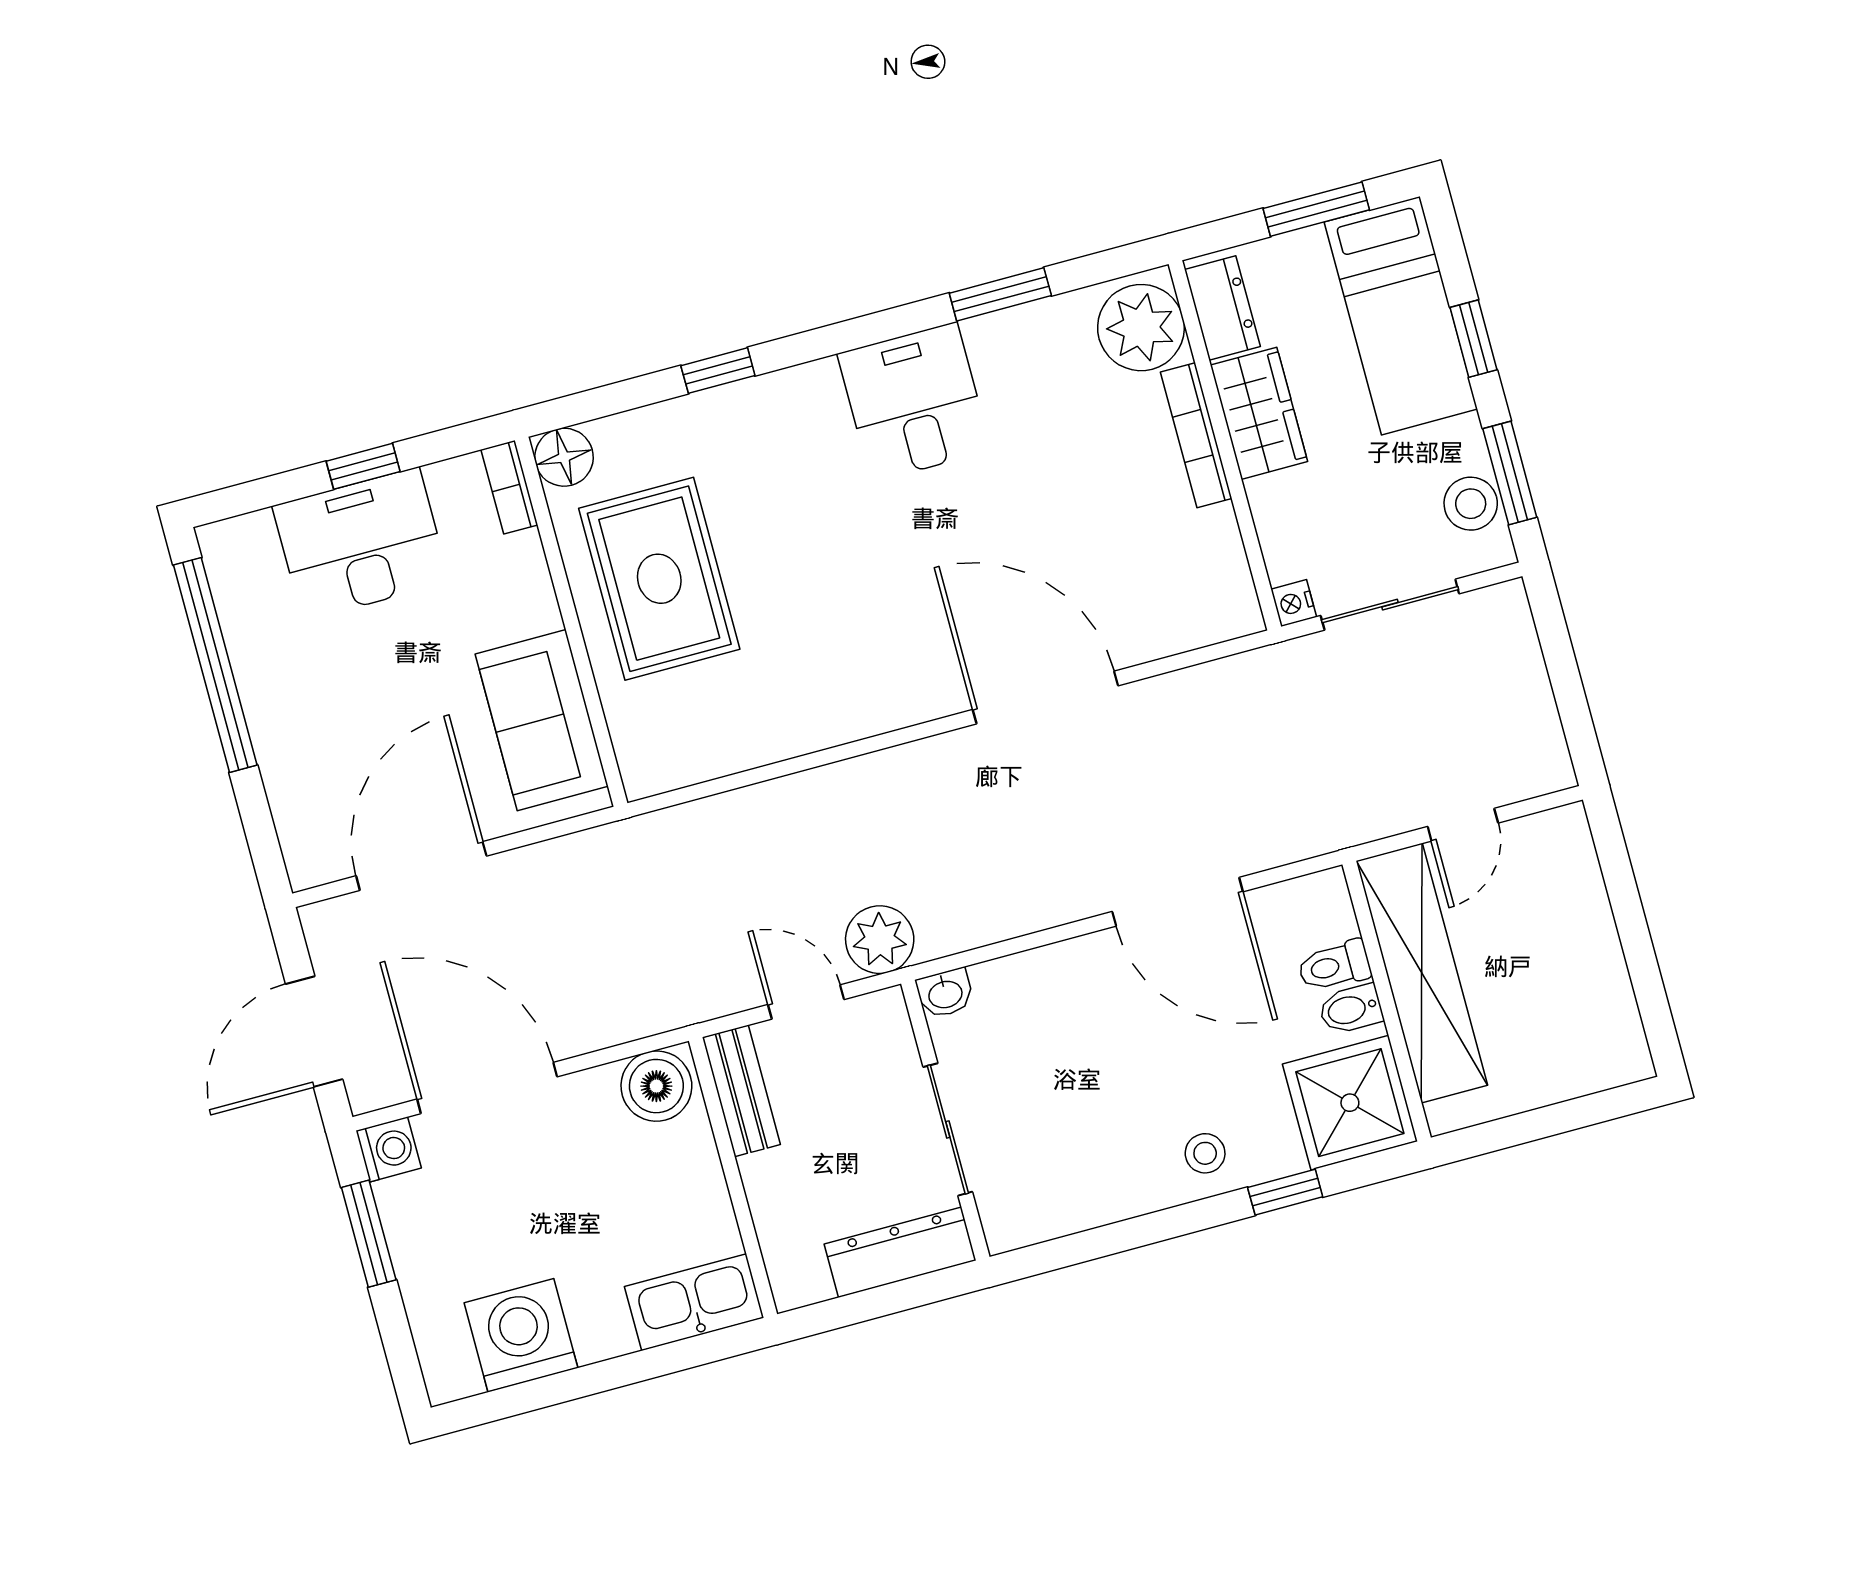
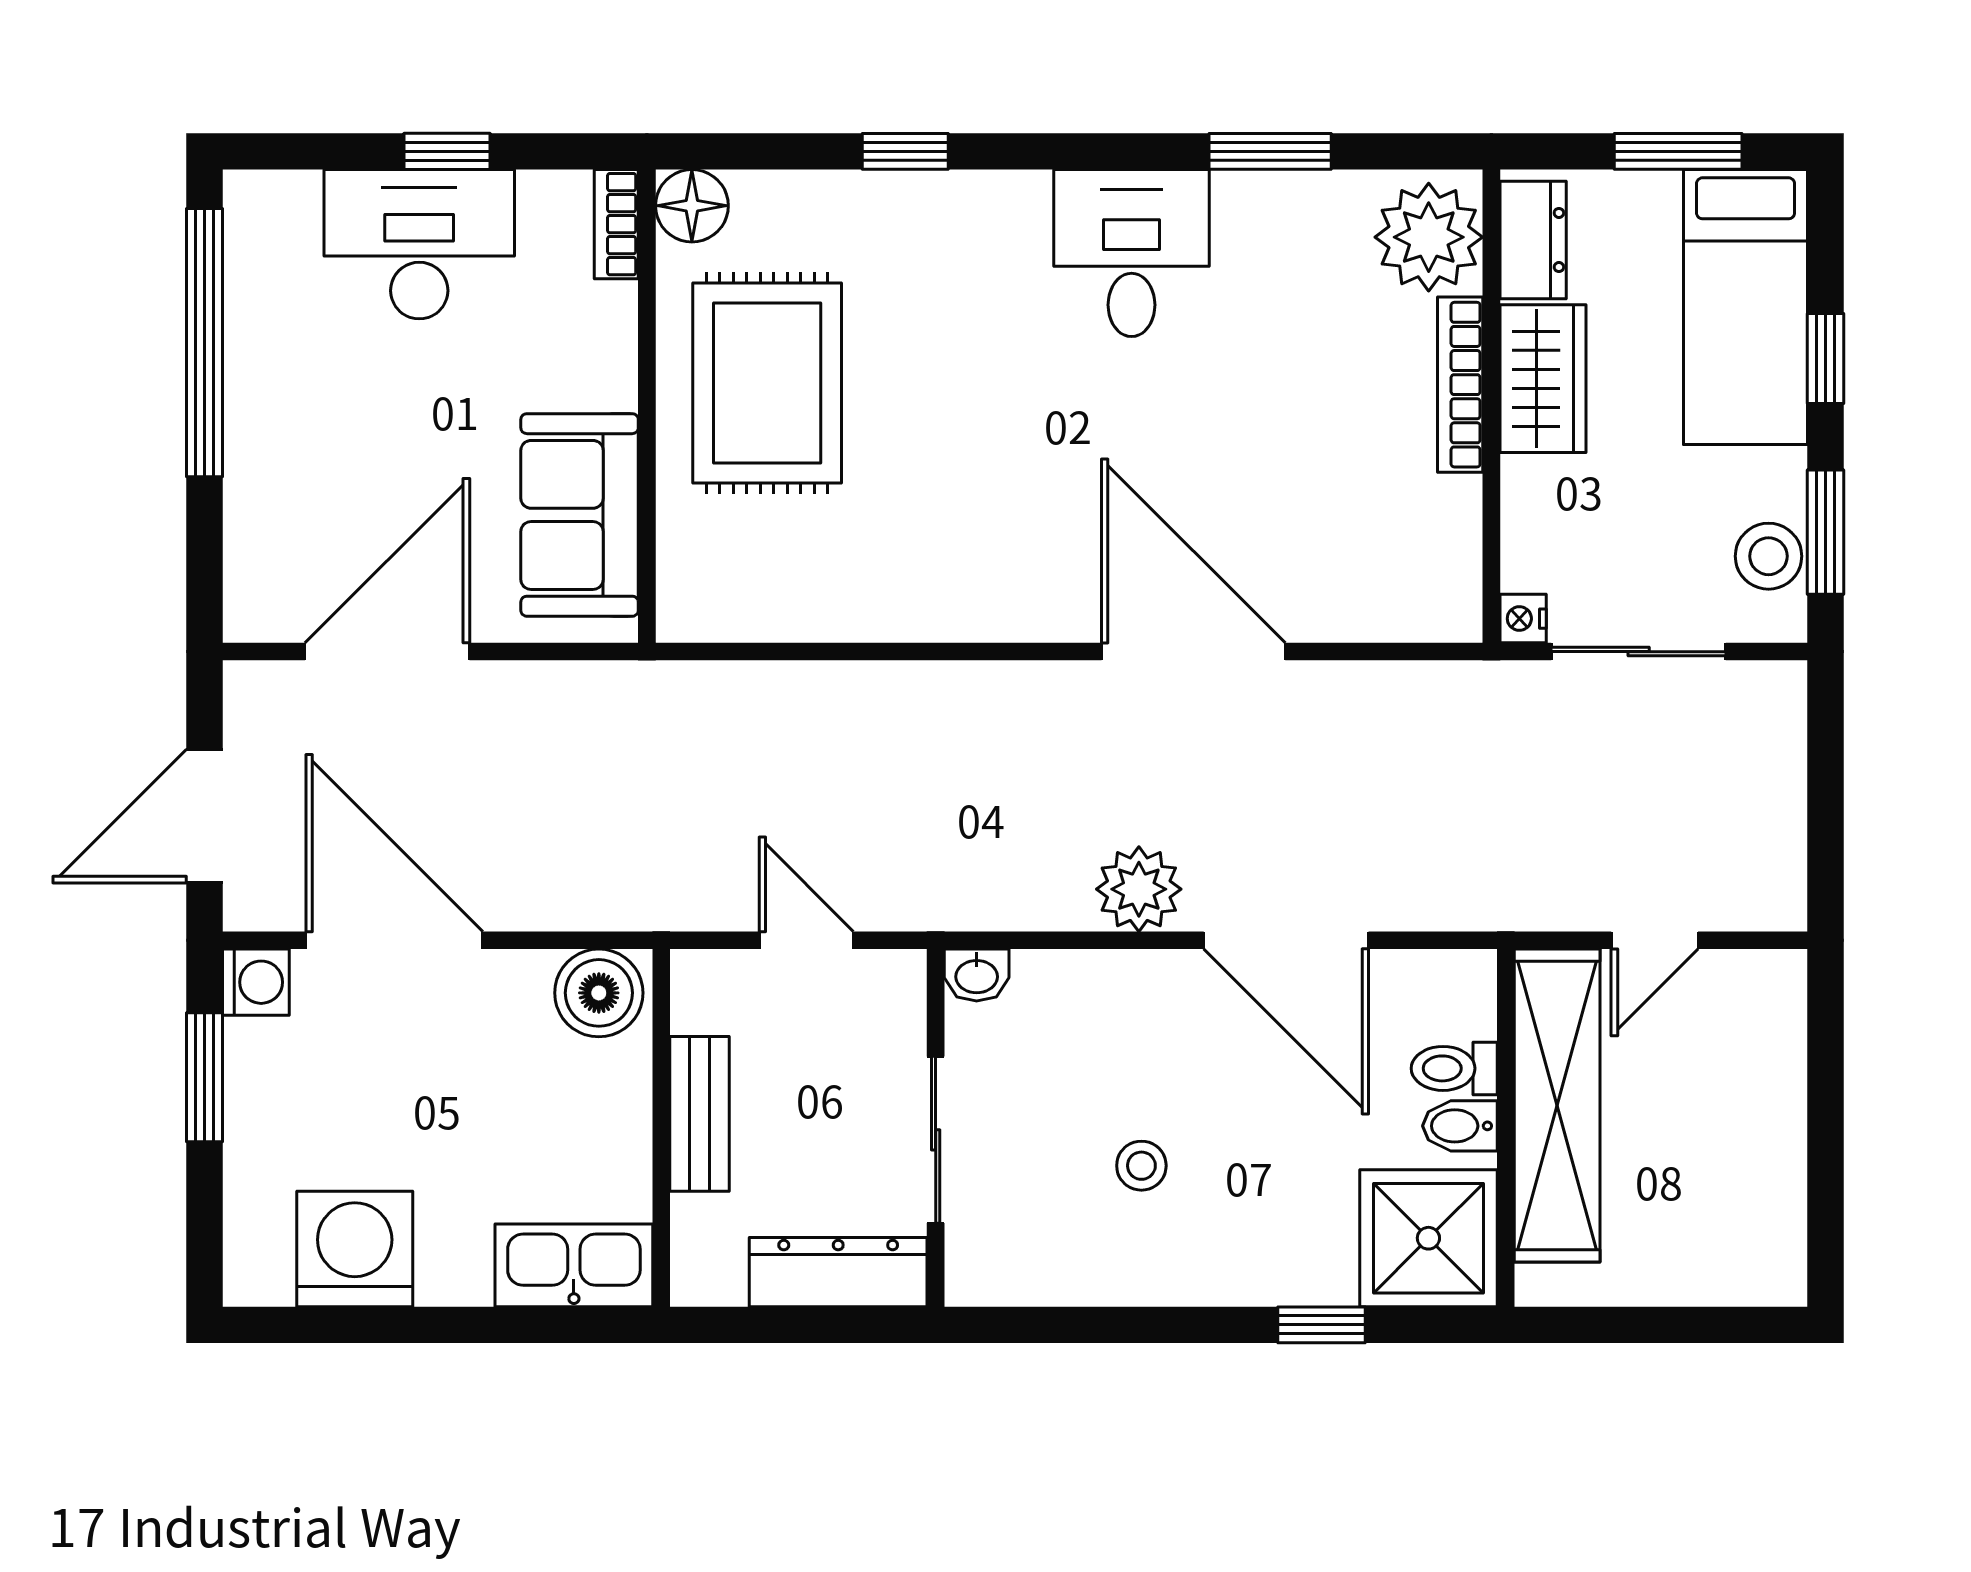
plant: (880, 940) -> (1139, 889), moved
bench: (741, 1091) -> (700, 1114), moved
stool: (1205, 1153) -> (1141, 1166), moved

